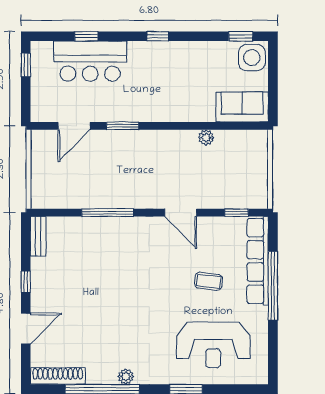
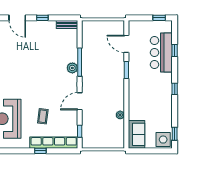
plant: (119, 226) -> (72, 68), added
window: (273, 286) -> (40, 151), width x0.32

